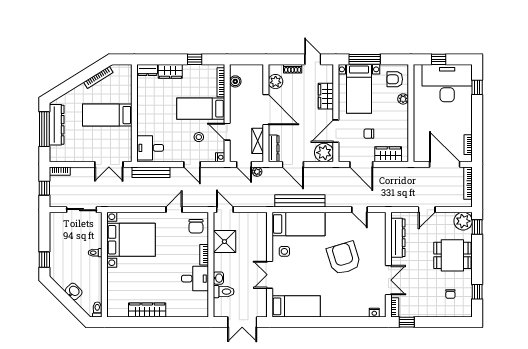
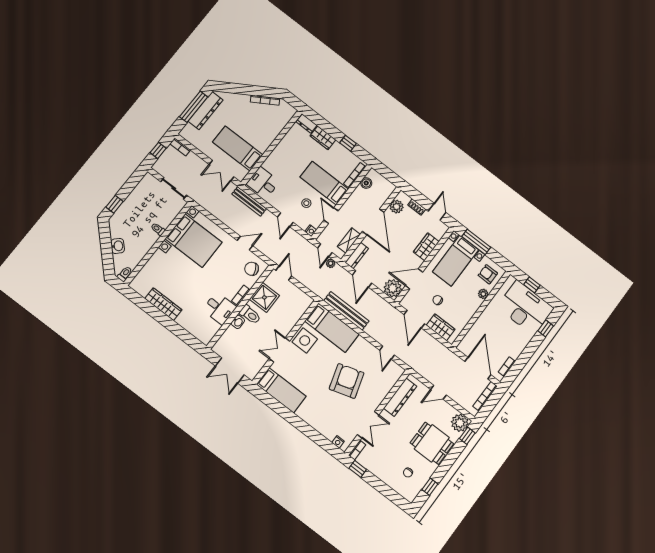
bed: (107, 115) -> (238, 148), moved
chair: (196, 226) -> (252, 269), turned 65
side table: (284, 251) -> (305, 341), width x1.87, depth x1.87
toilet: (224, 292) -> (250, 315), moved

